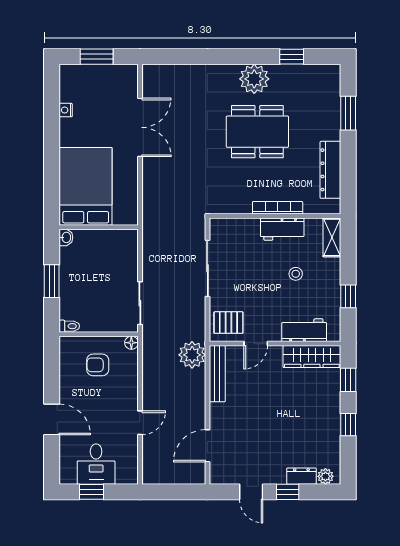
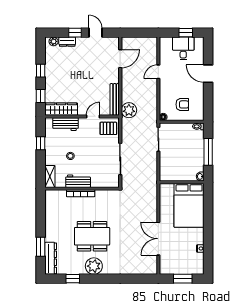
dresser: (330, 170) -> (51, 258), moved
window: (52, 281) -> (208, 152), width x1.44

